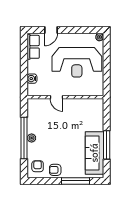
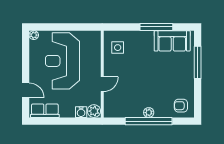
reception desk: (77, 62) -> (63, 61), turned 180
plant: (33, 90) -> (94, 111), added
side table: (89, 111) -> (118, 48), added
sofa: (94, 153) -> (172, 41), width x0.73
armchair: (55, 170) -> (185, 86), removed

